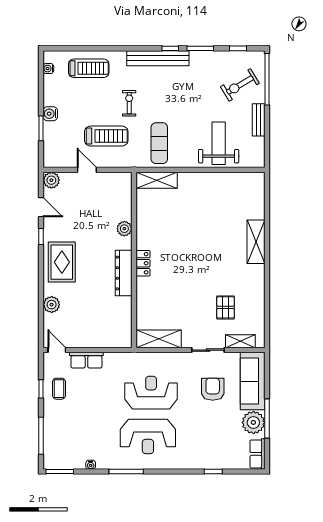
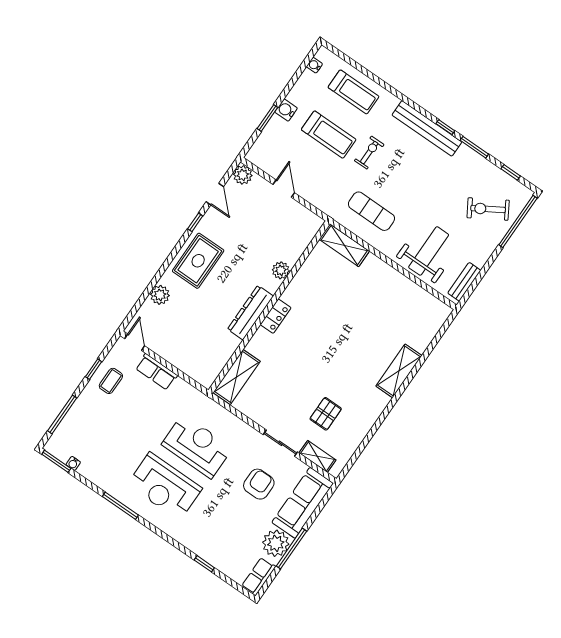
bench: (259, 120) -> (464, 282), moved
treadmill: (106, 136) -> (329, 135), moved
exercise mat: (159, 143) -> (371, 211), turned 90
shelving: (159, 339) -> (237, 377), moved, turned 90
water cooler: (91, 465) -> (73, 463), moved

